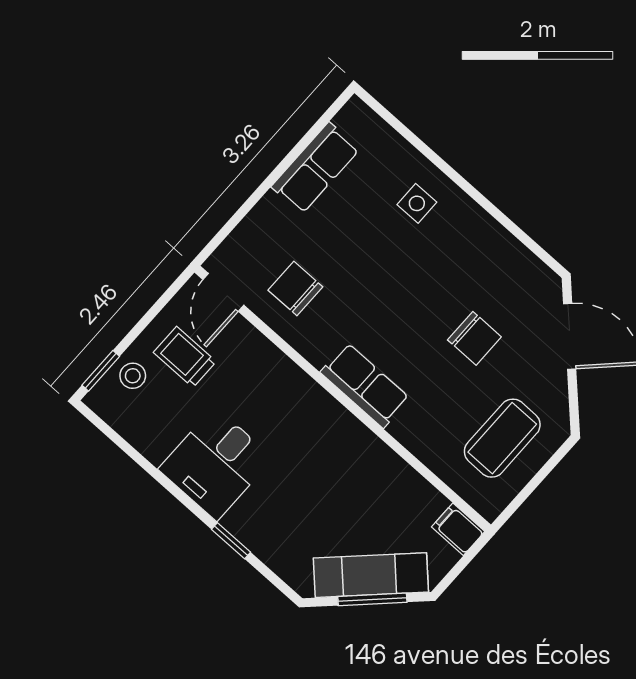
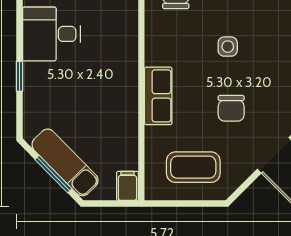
side table: (417, 203) -> (228, 47), moved
row of seats: (365, 385) -> (158, 96), moved

